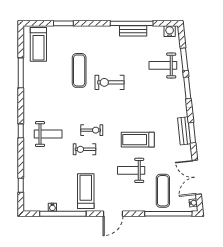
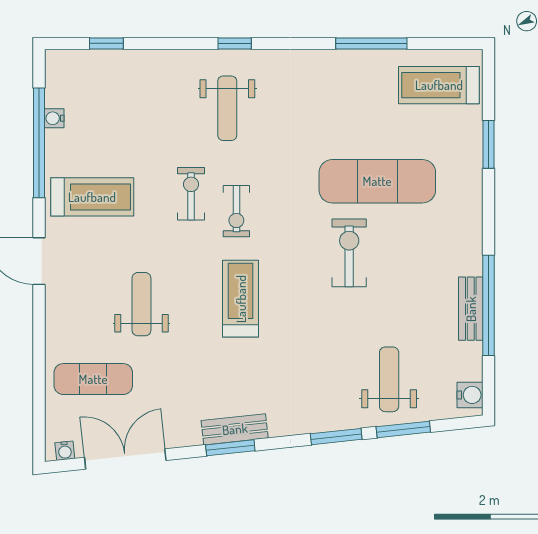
exercise mat: (79, 70) -> (377, 181), width x1.36, depth x1.45
treadmill: (138, 140) -> (241, 299), moved
window: (168, 214) -> (39, 392), removed

